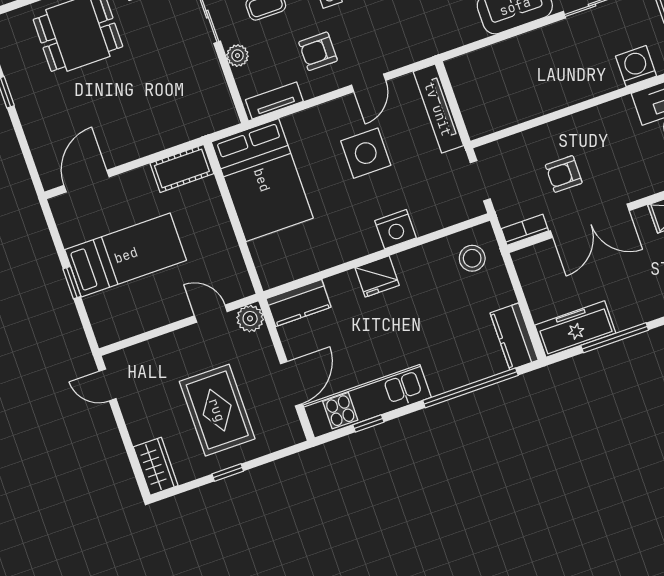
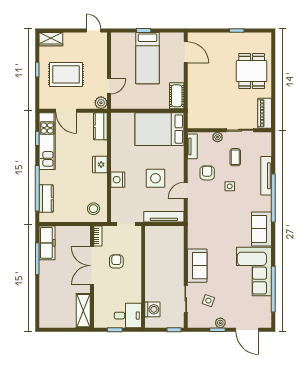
door: (369, 83) -> (186, 190), hinge flipped
kitchen counter: (514, 336) -> (46, 199), moved, turned 90
door: (107, 385) -> (94, 30), hinge flipped

